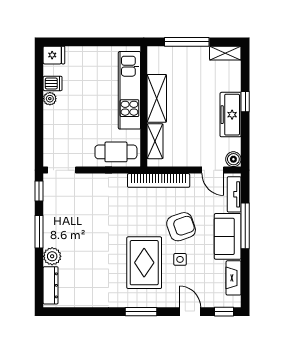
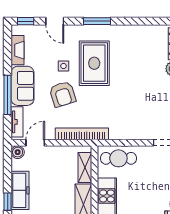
door: (213, 170) -> (35, 143), hinge flipped
armchair: (181, 227) -> (63, 94), turned -88

